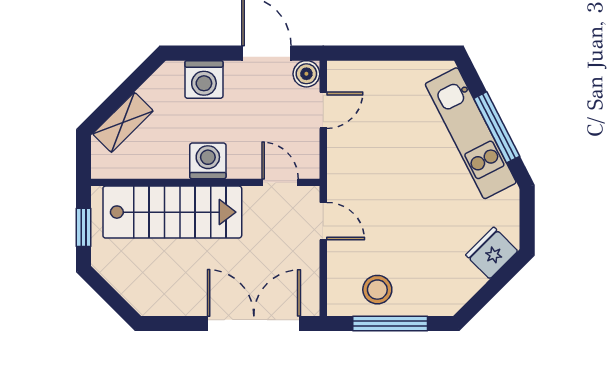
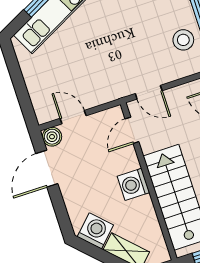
washing machine: (204, 79) -> (95, 231), moved, turned -45
door: (323, 221) -> (149, 92), swing flipped

